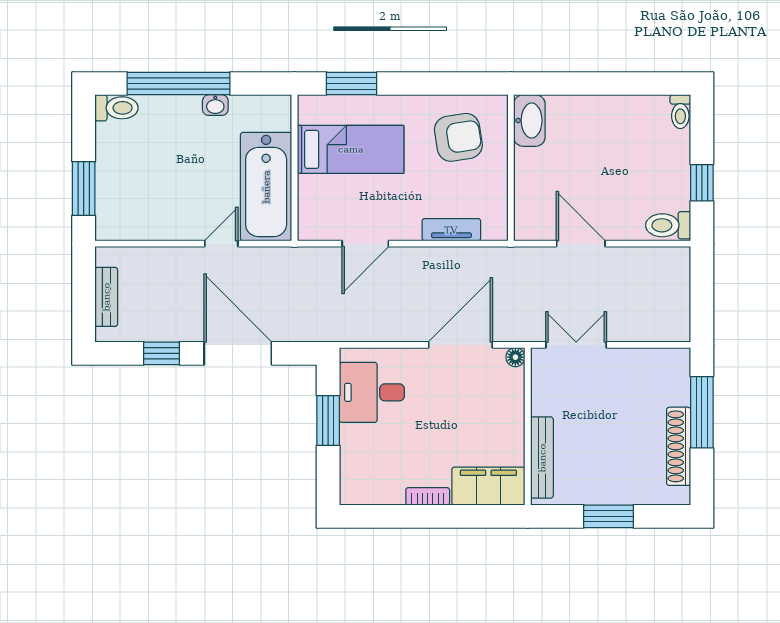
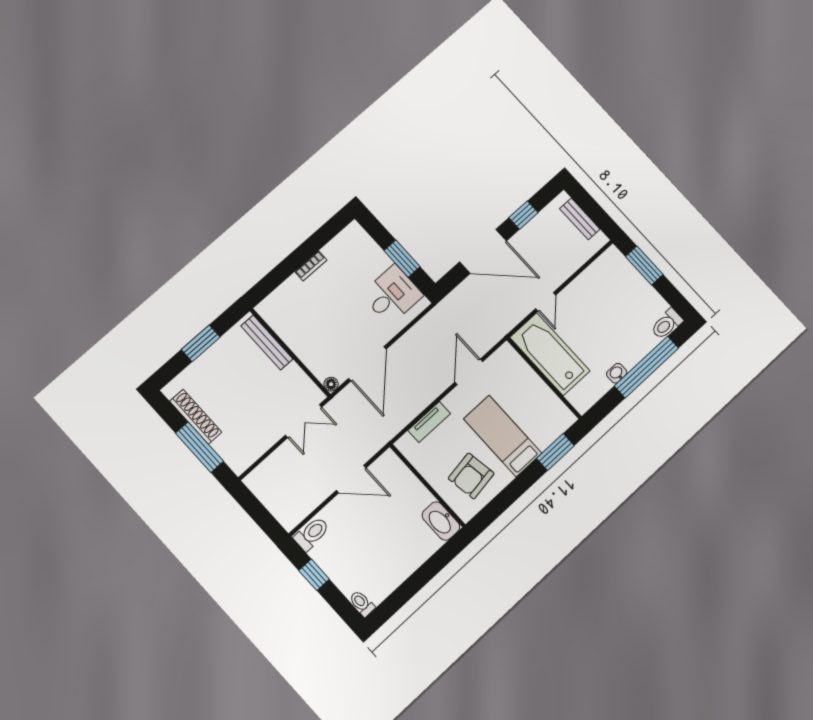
bed: (351, 149) -> (503, 436), moved, turned 90
filing cabinet: (488, 486) -> (282, 301), removed

